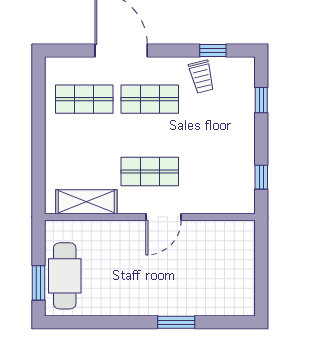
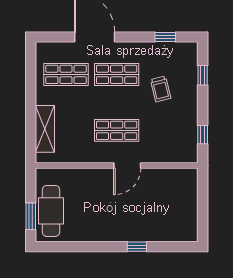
trolley: (202, 77) -> (161, 89), moved
shelving: (86, 202) -> (45, 129), moved, turned 90
window: (176, 322) -> (137, 247), width x0.67

